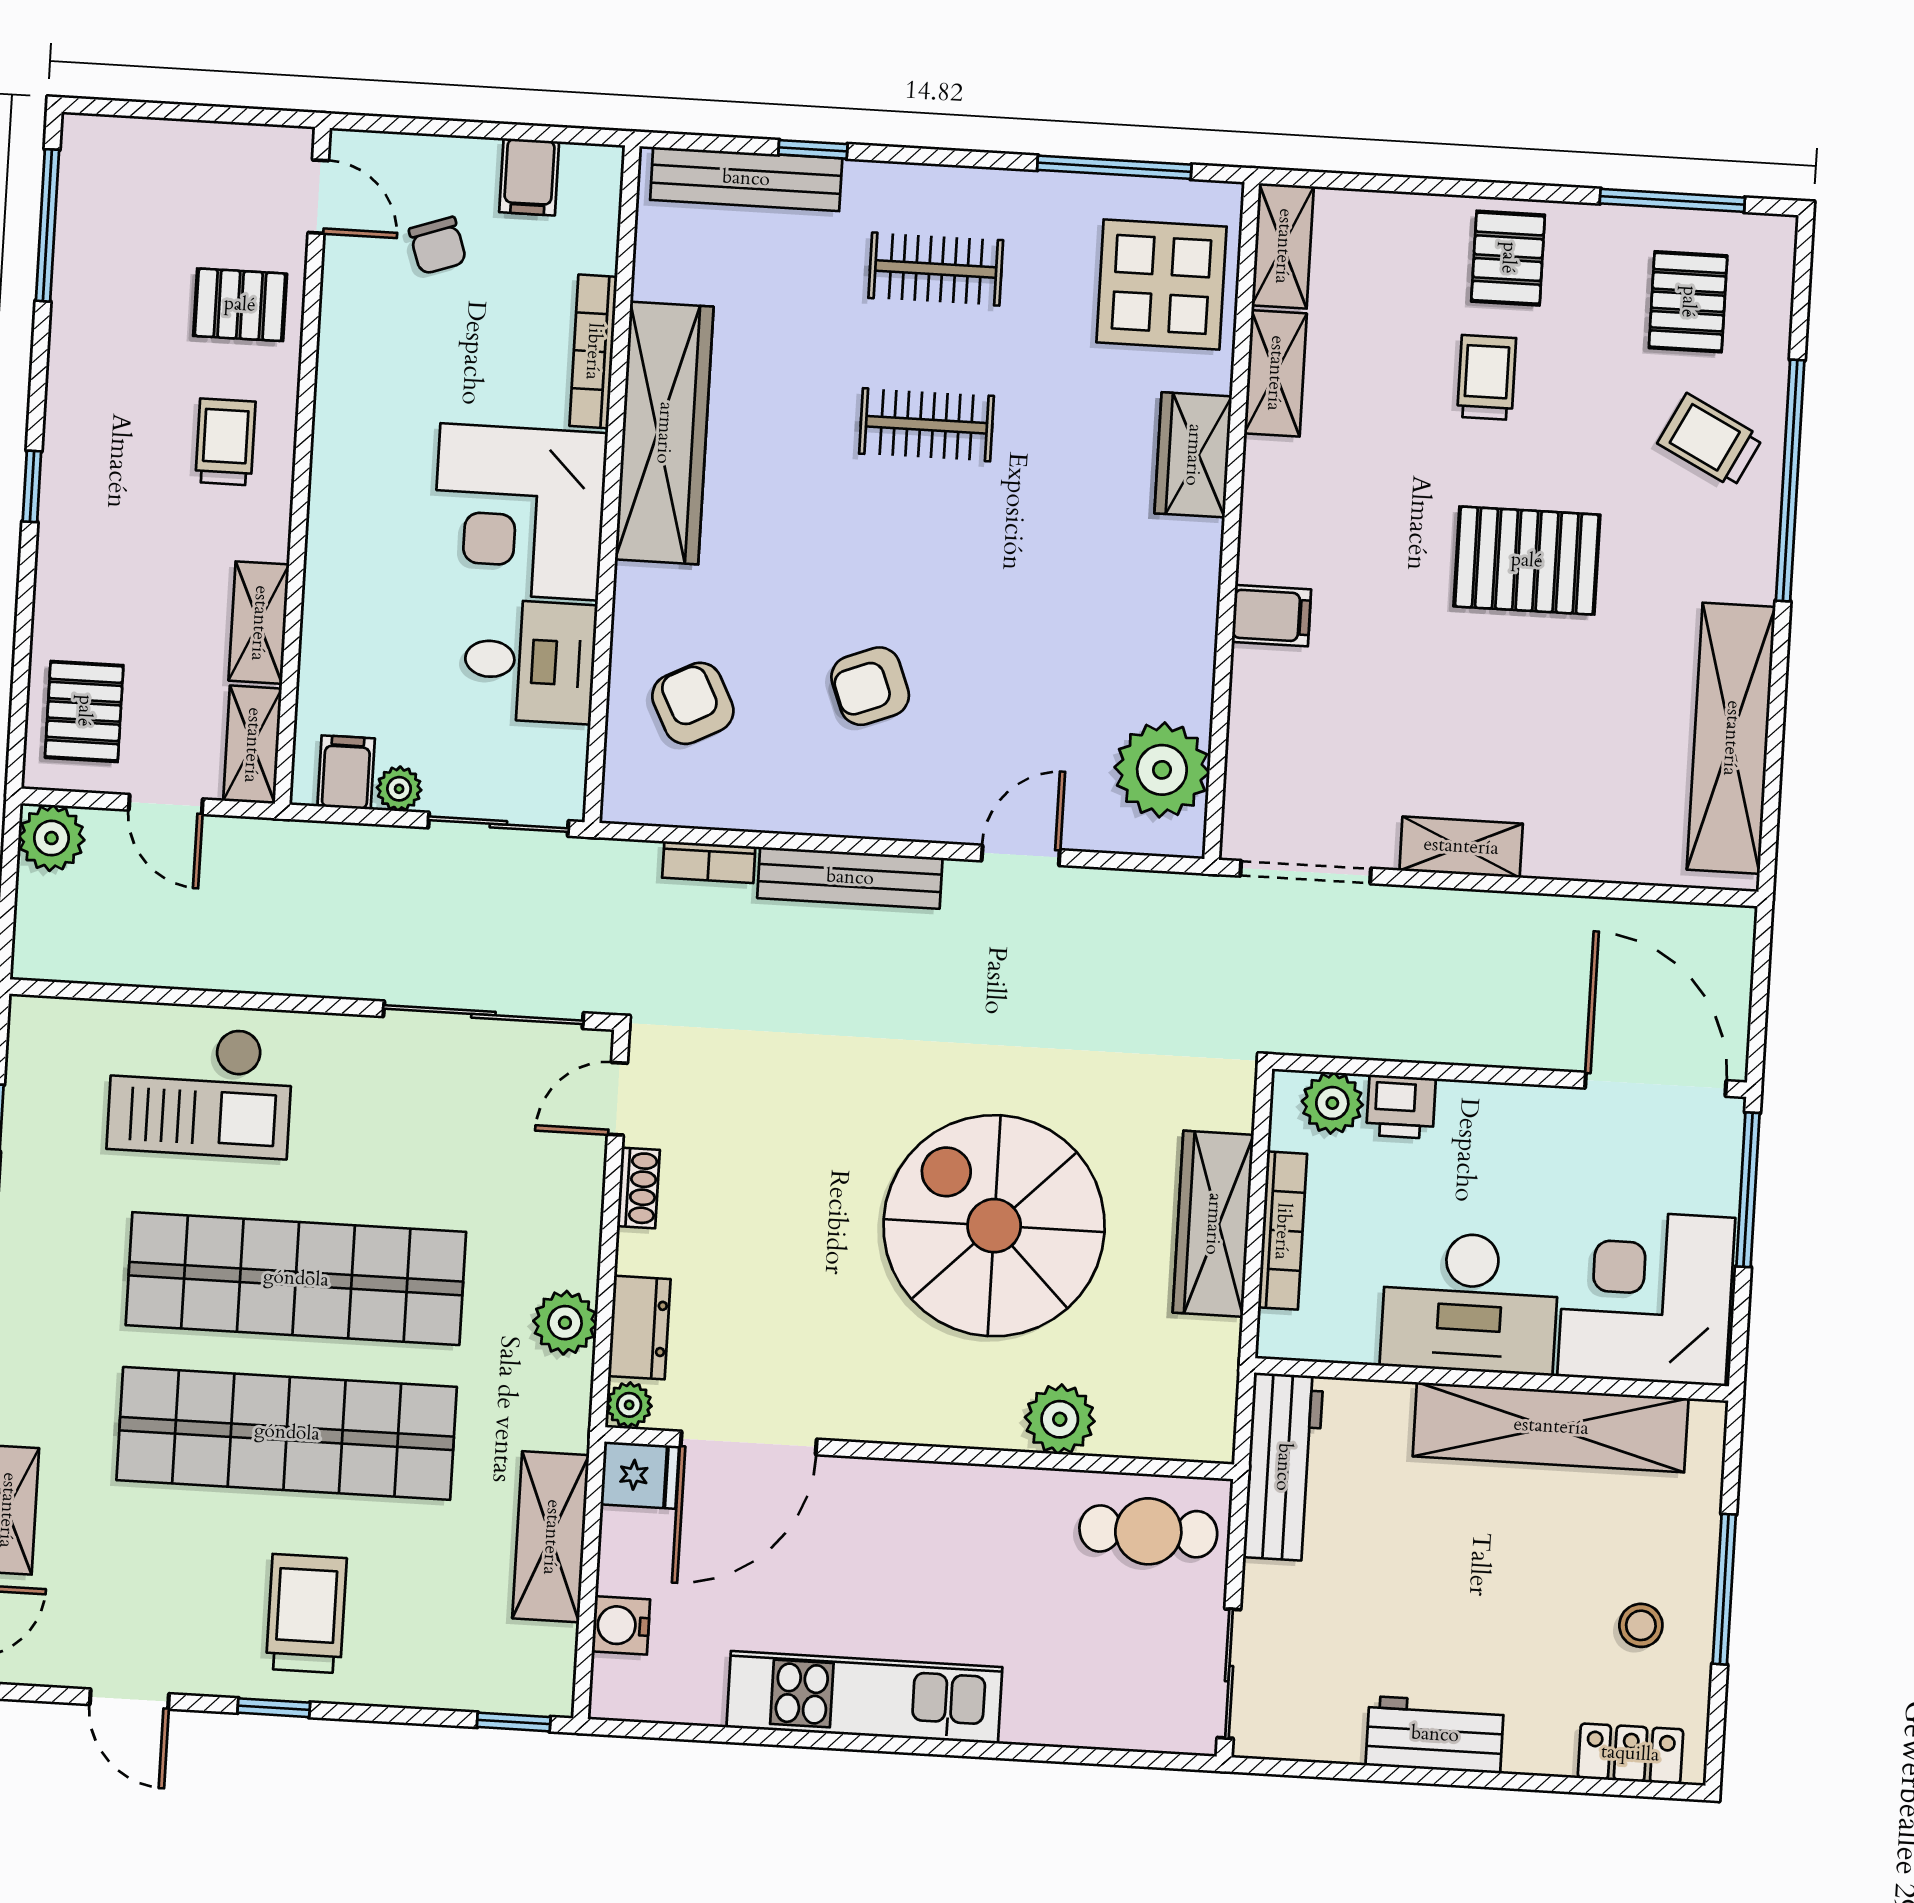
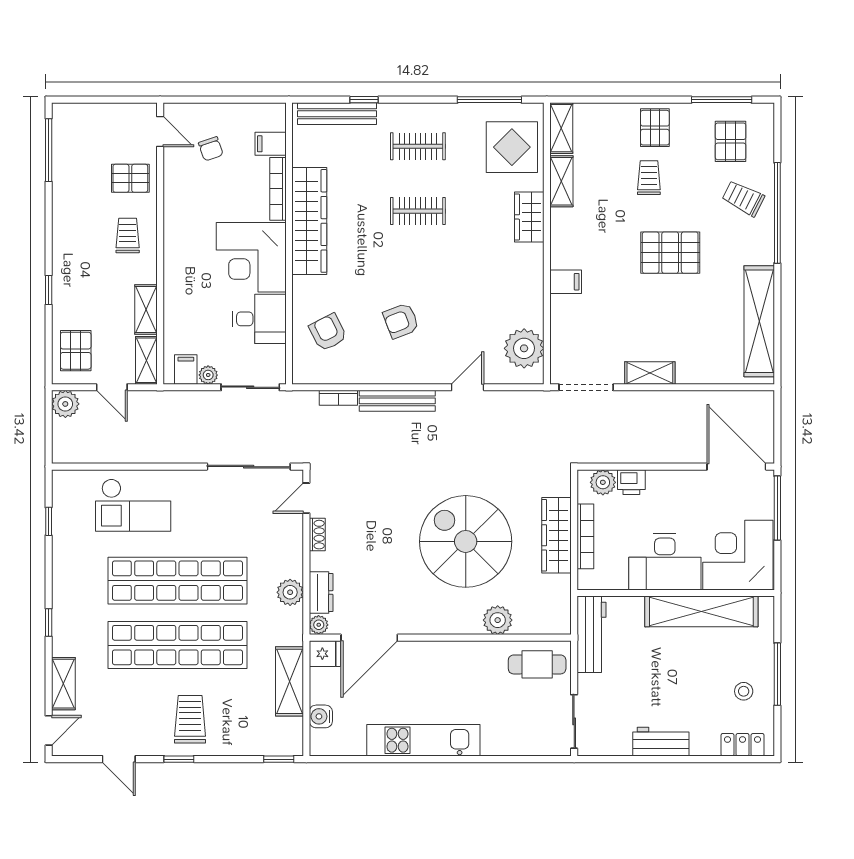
filing cabinet: (529, 177) -> (271, 144), moved, turned 90
window: (32, 486) -> (49, 290), moved

